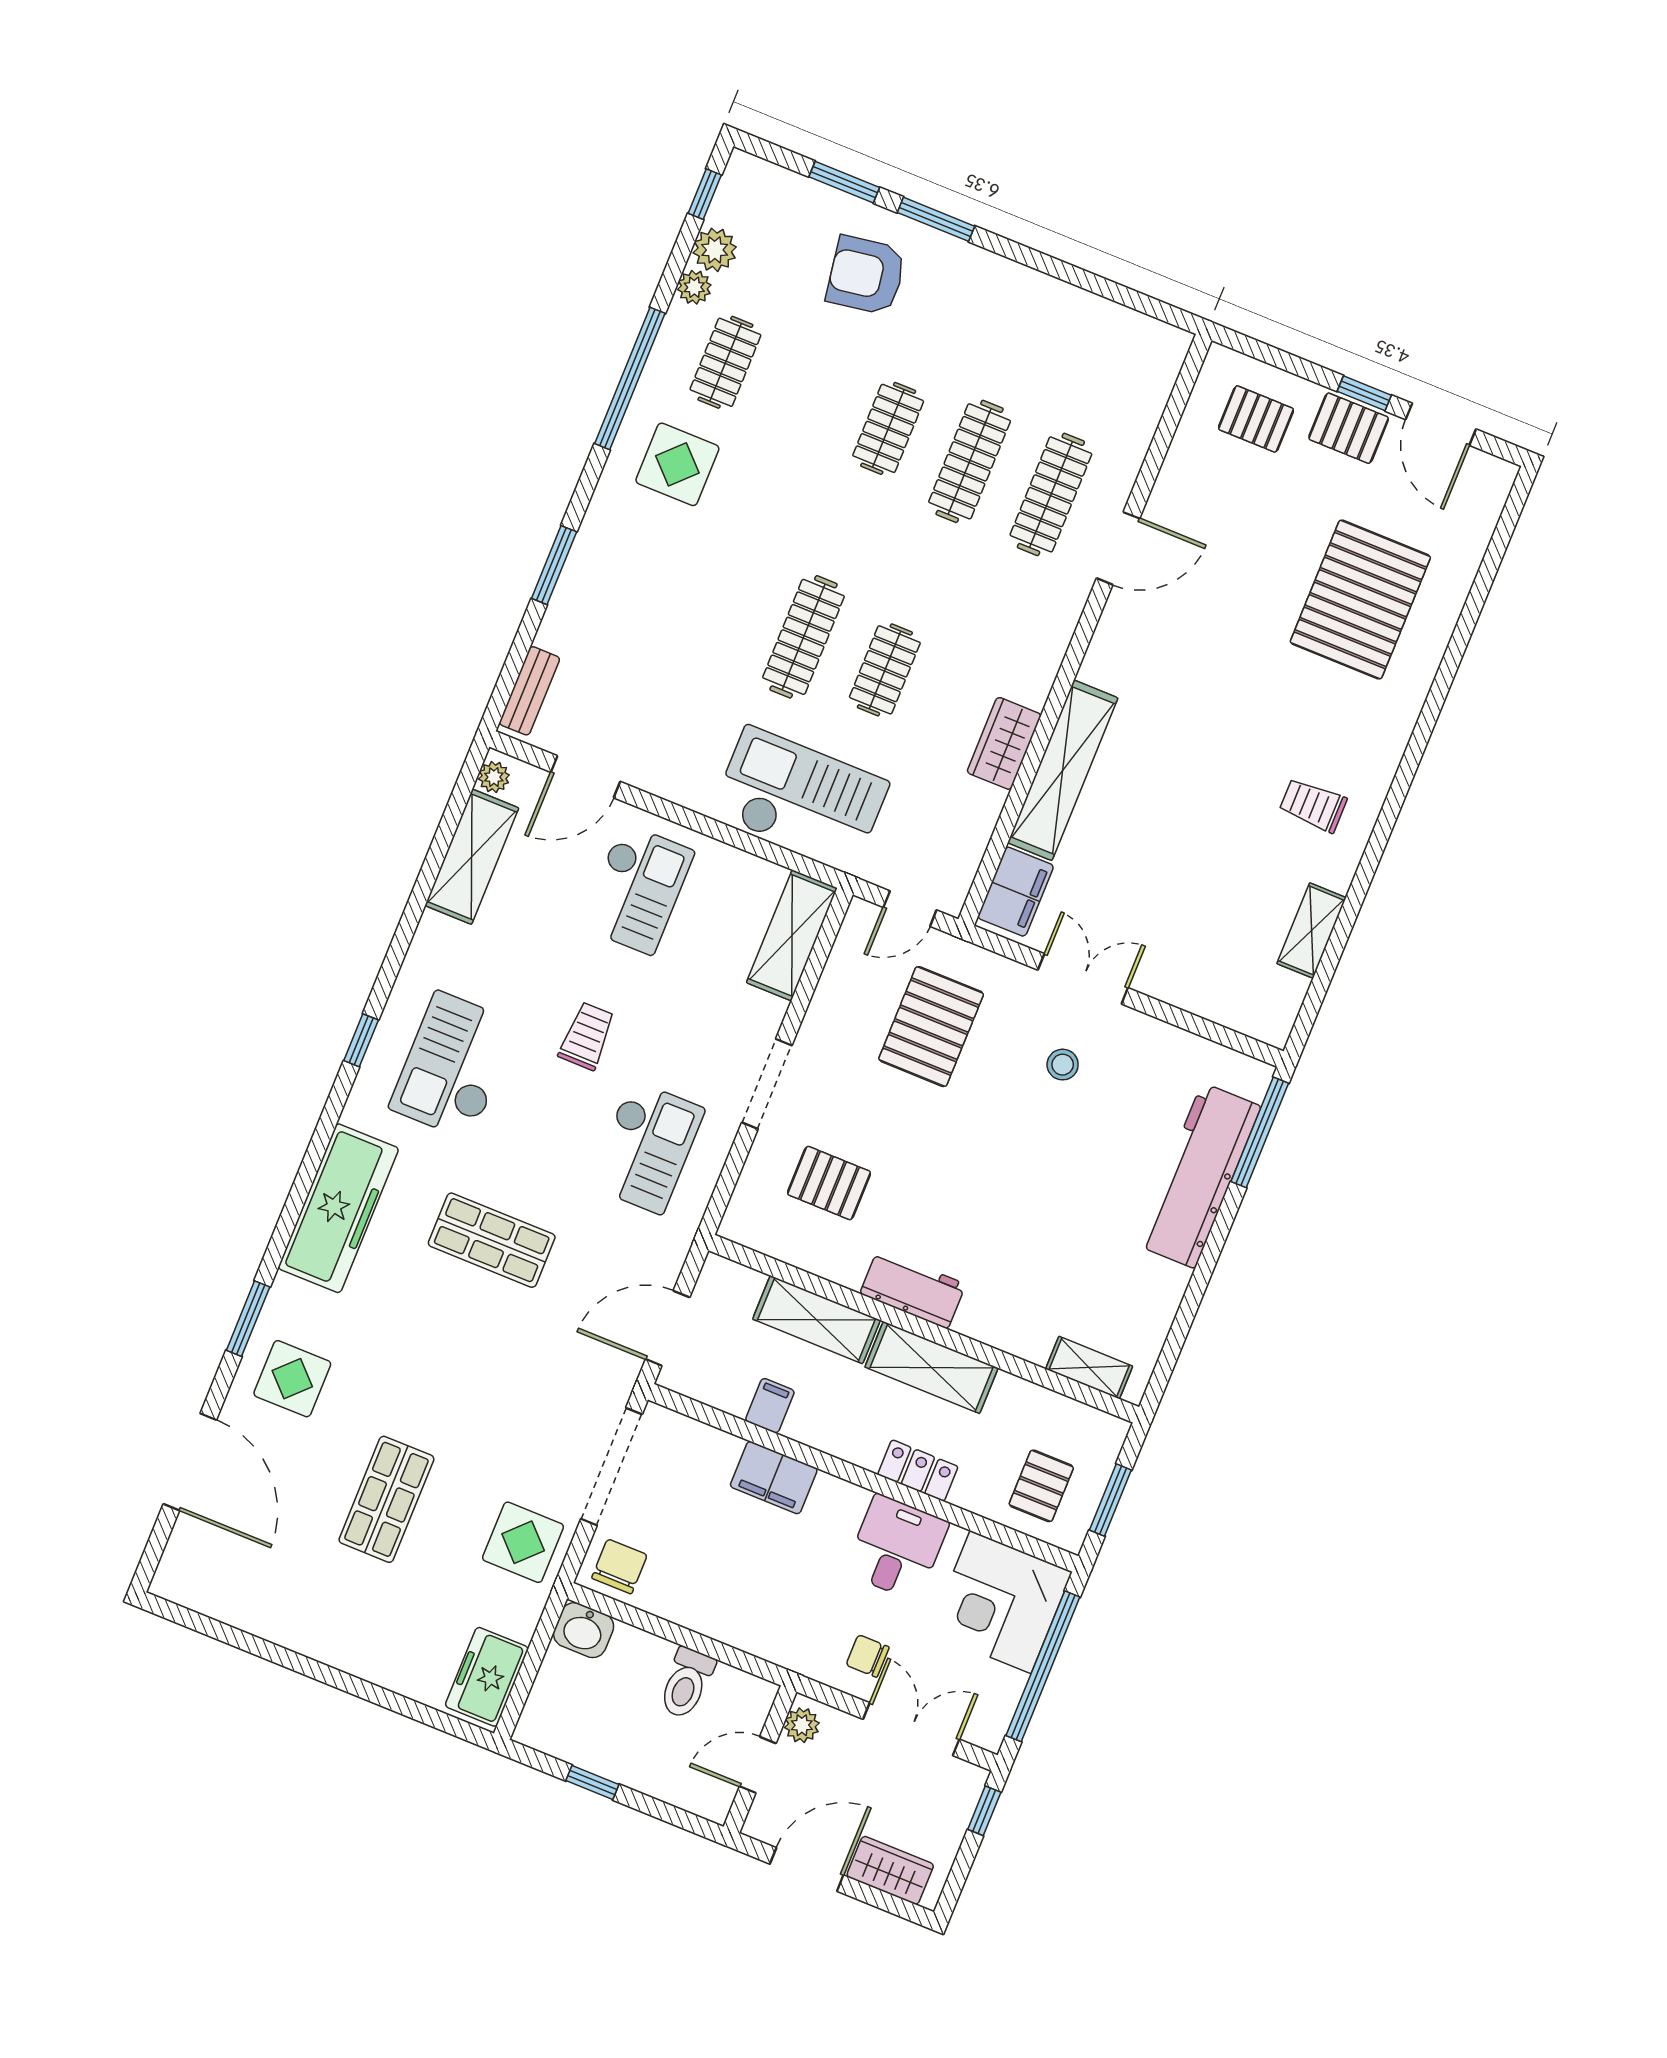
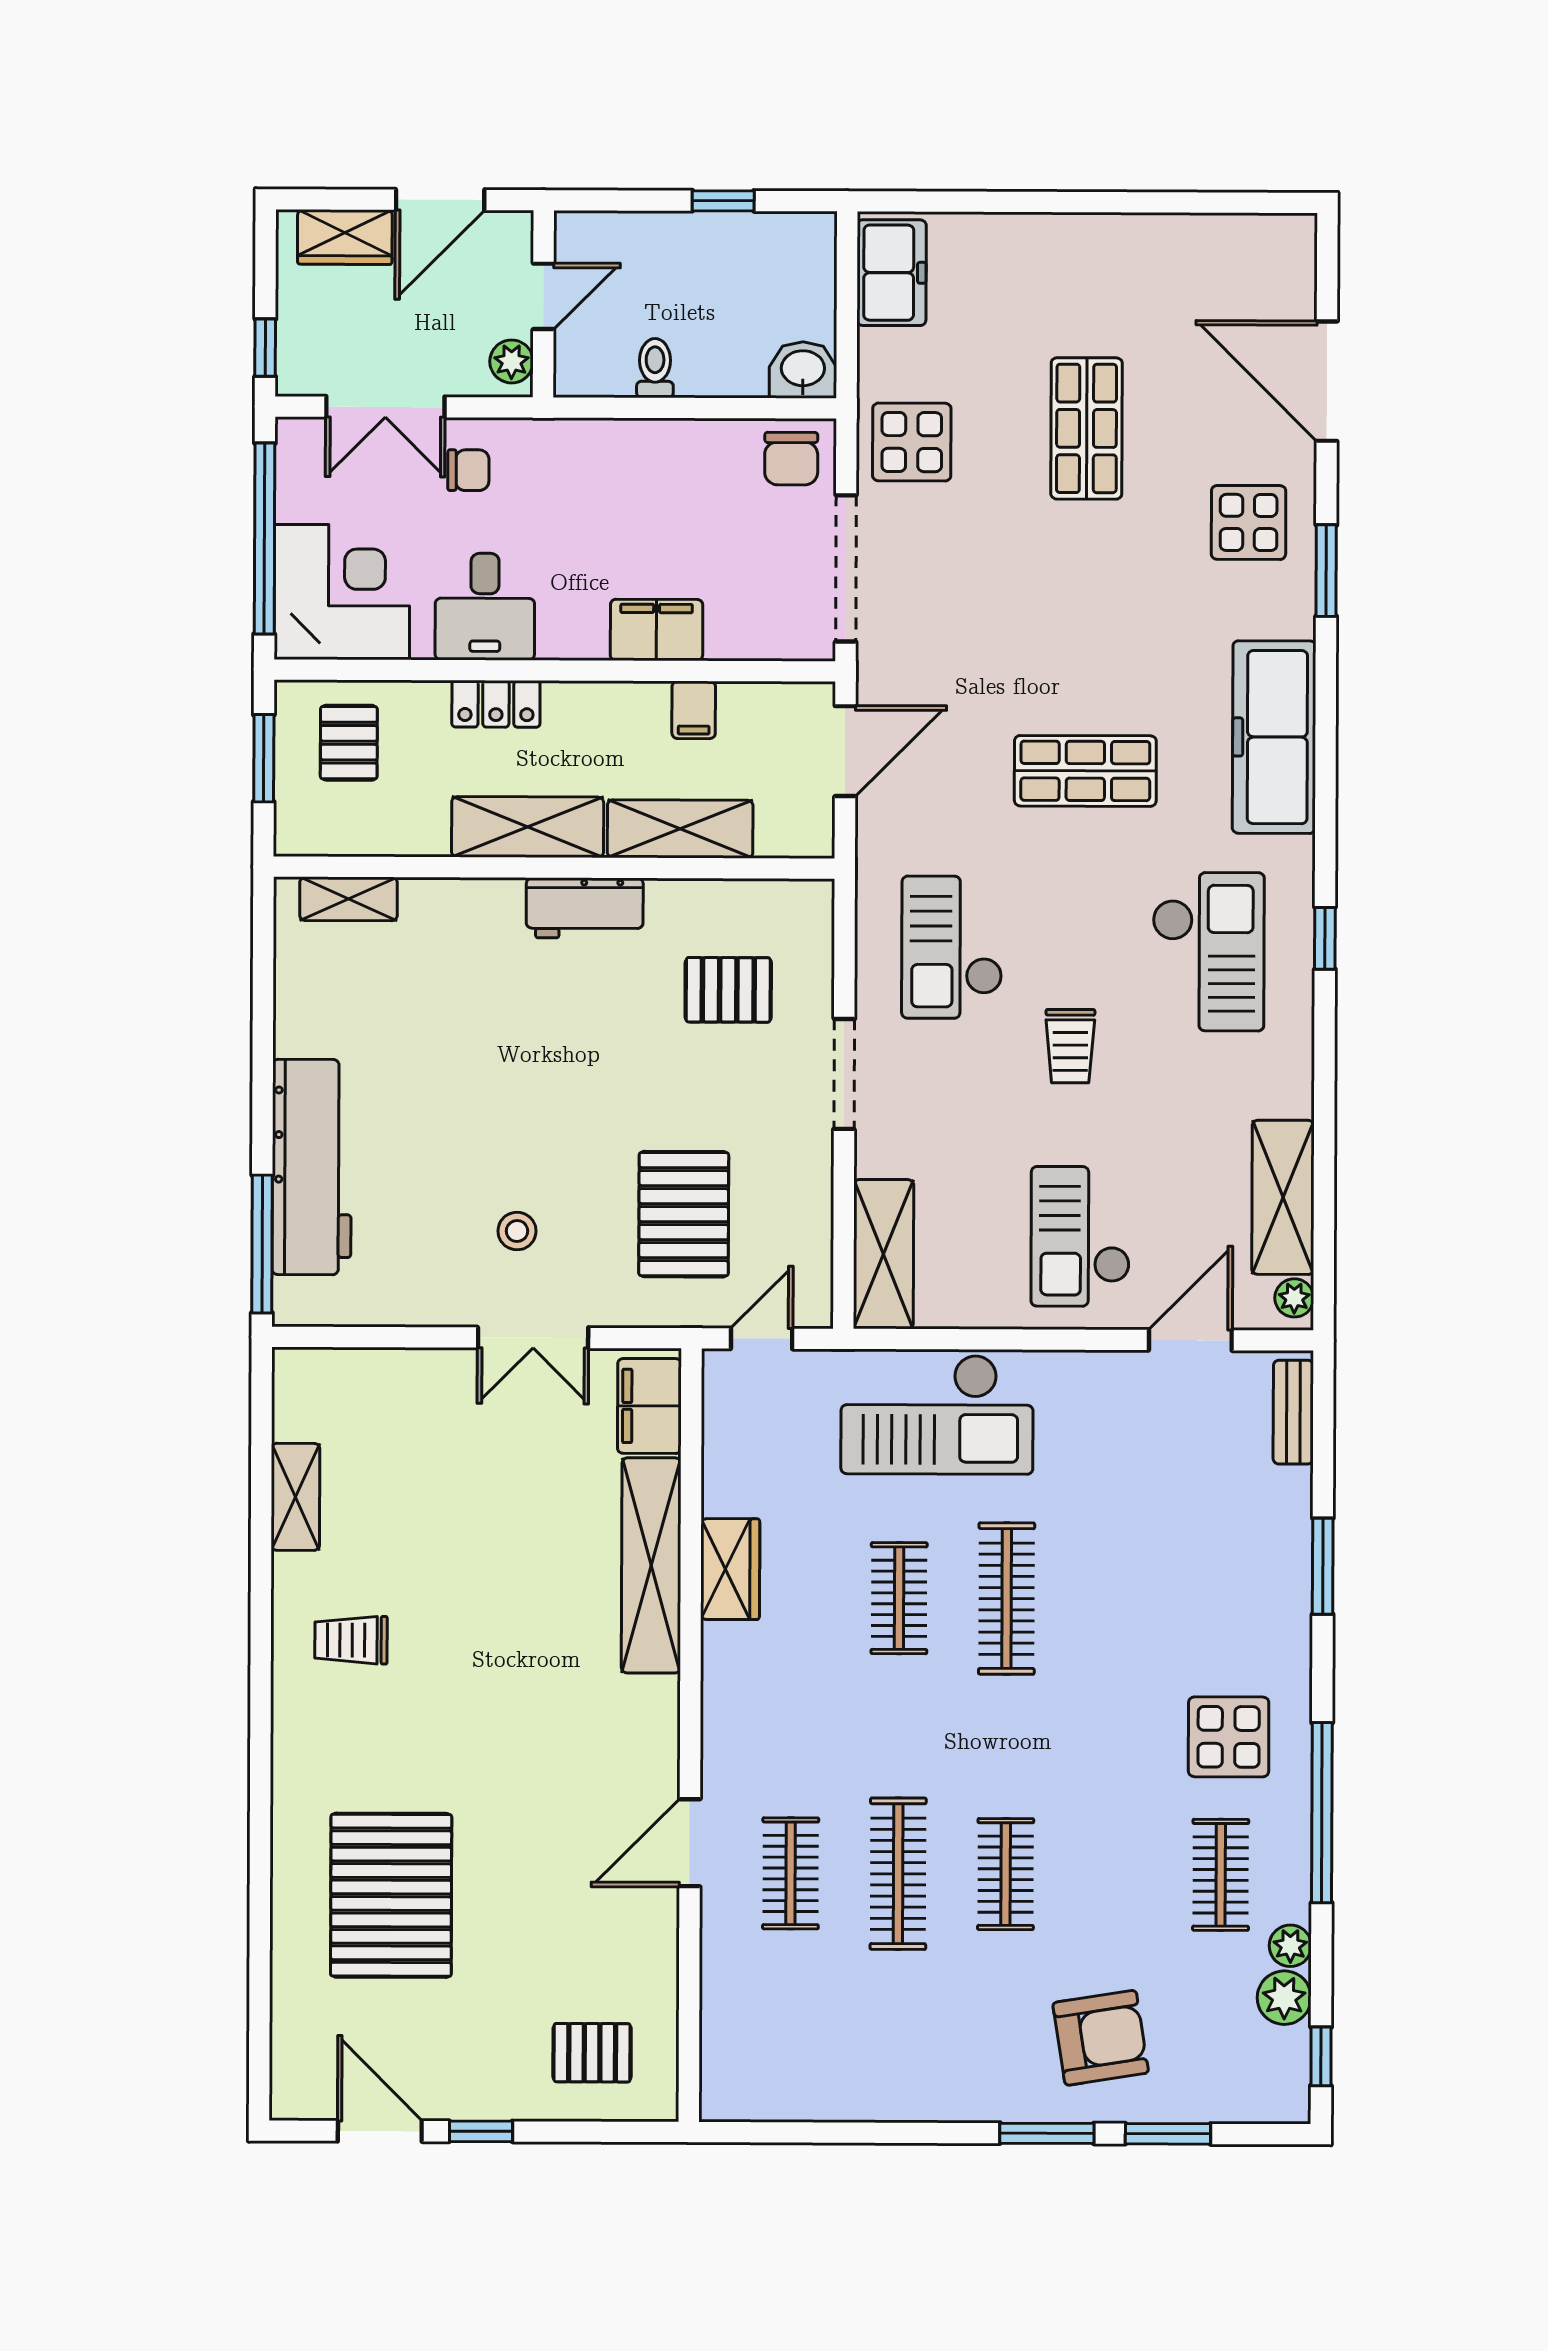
pallet: (1349, 428) -> (483, 2084), removed
clothes rail: (1051, 494) -> (791, 1873), width x0.73
trolley: (1313, 805) -> (351, 1640), turned 180
toilet: (686, 1683) -> (655, 368), width x0.73, depth x0.72

